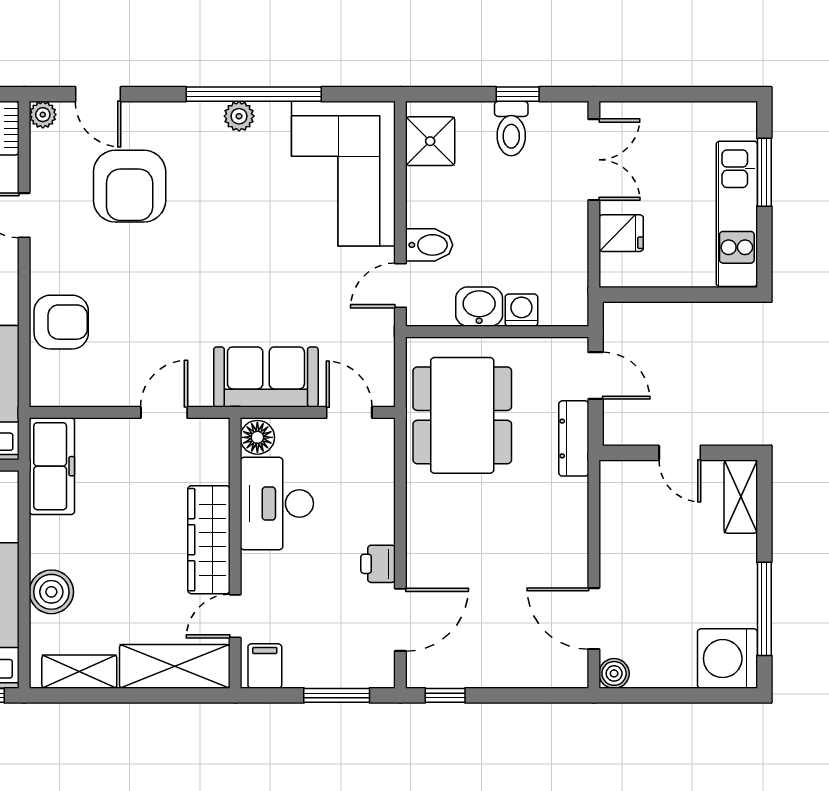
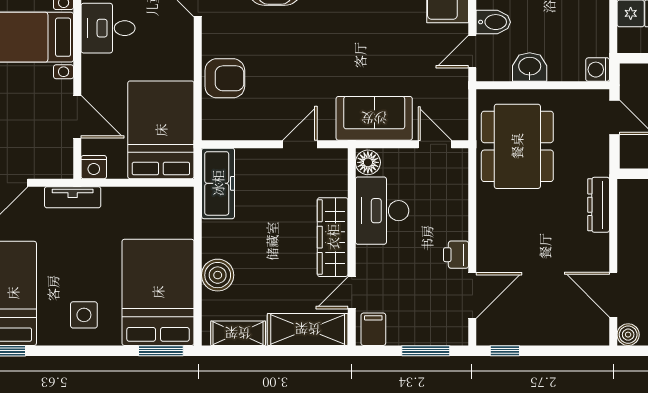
washing machine: (521, 310) -> (598, 70), moved, turned -90
dresser: (574, 438) -> (599, 205), moved

